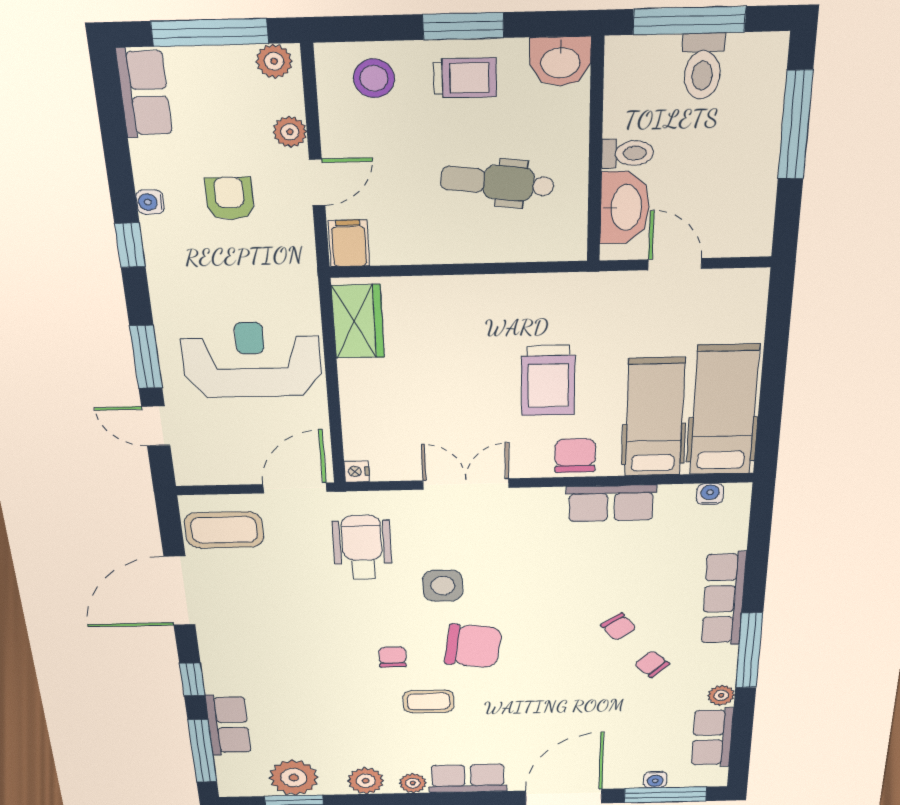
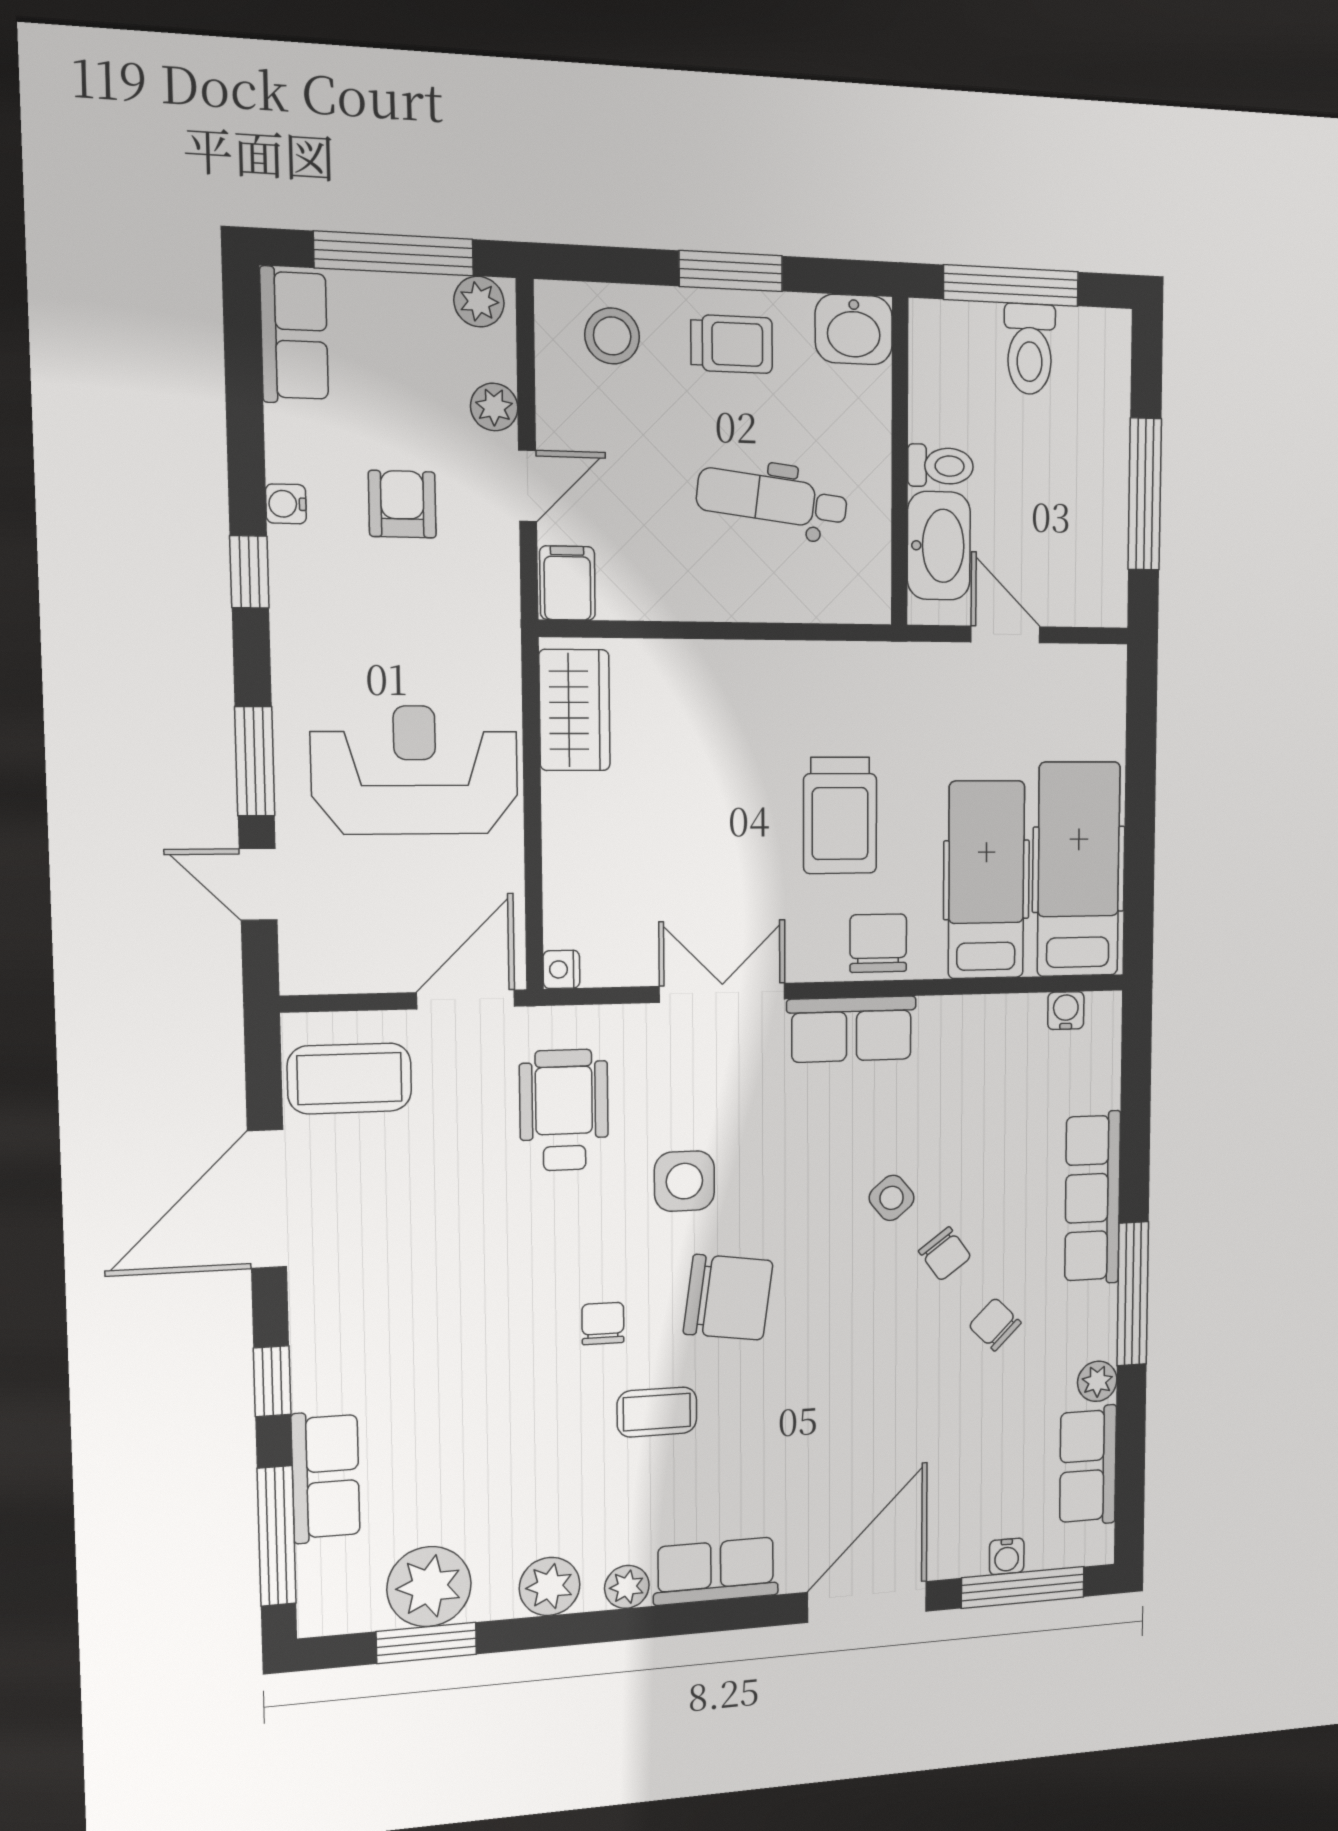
window: (795, 125) -> (1145, 494), moved
row of seats: (611, 503) -> (852, 1029), moved
side table: (582, 597) -> (892, 1198), added

